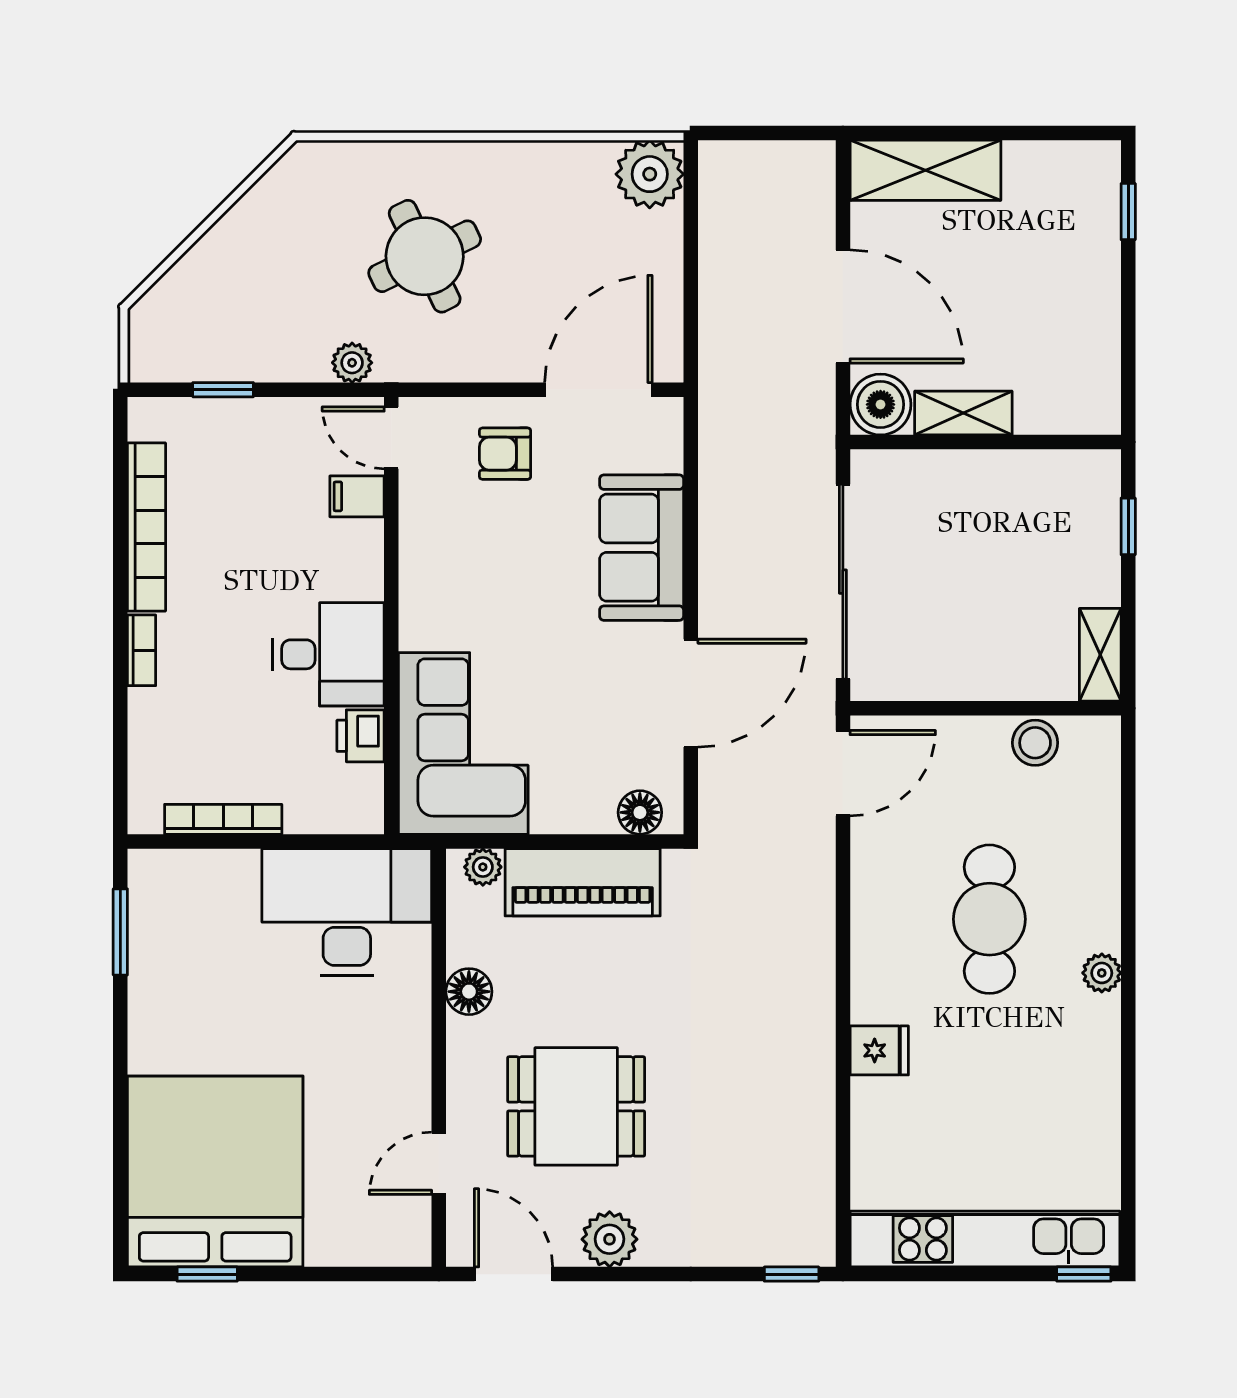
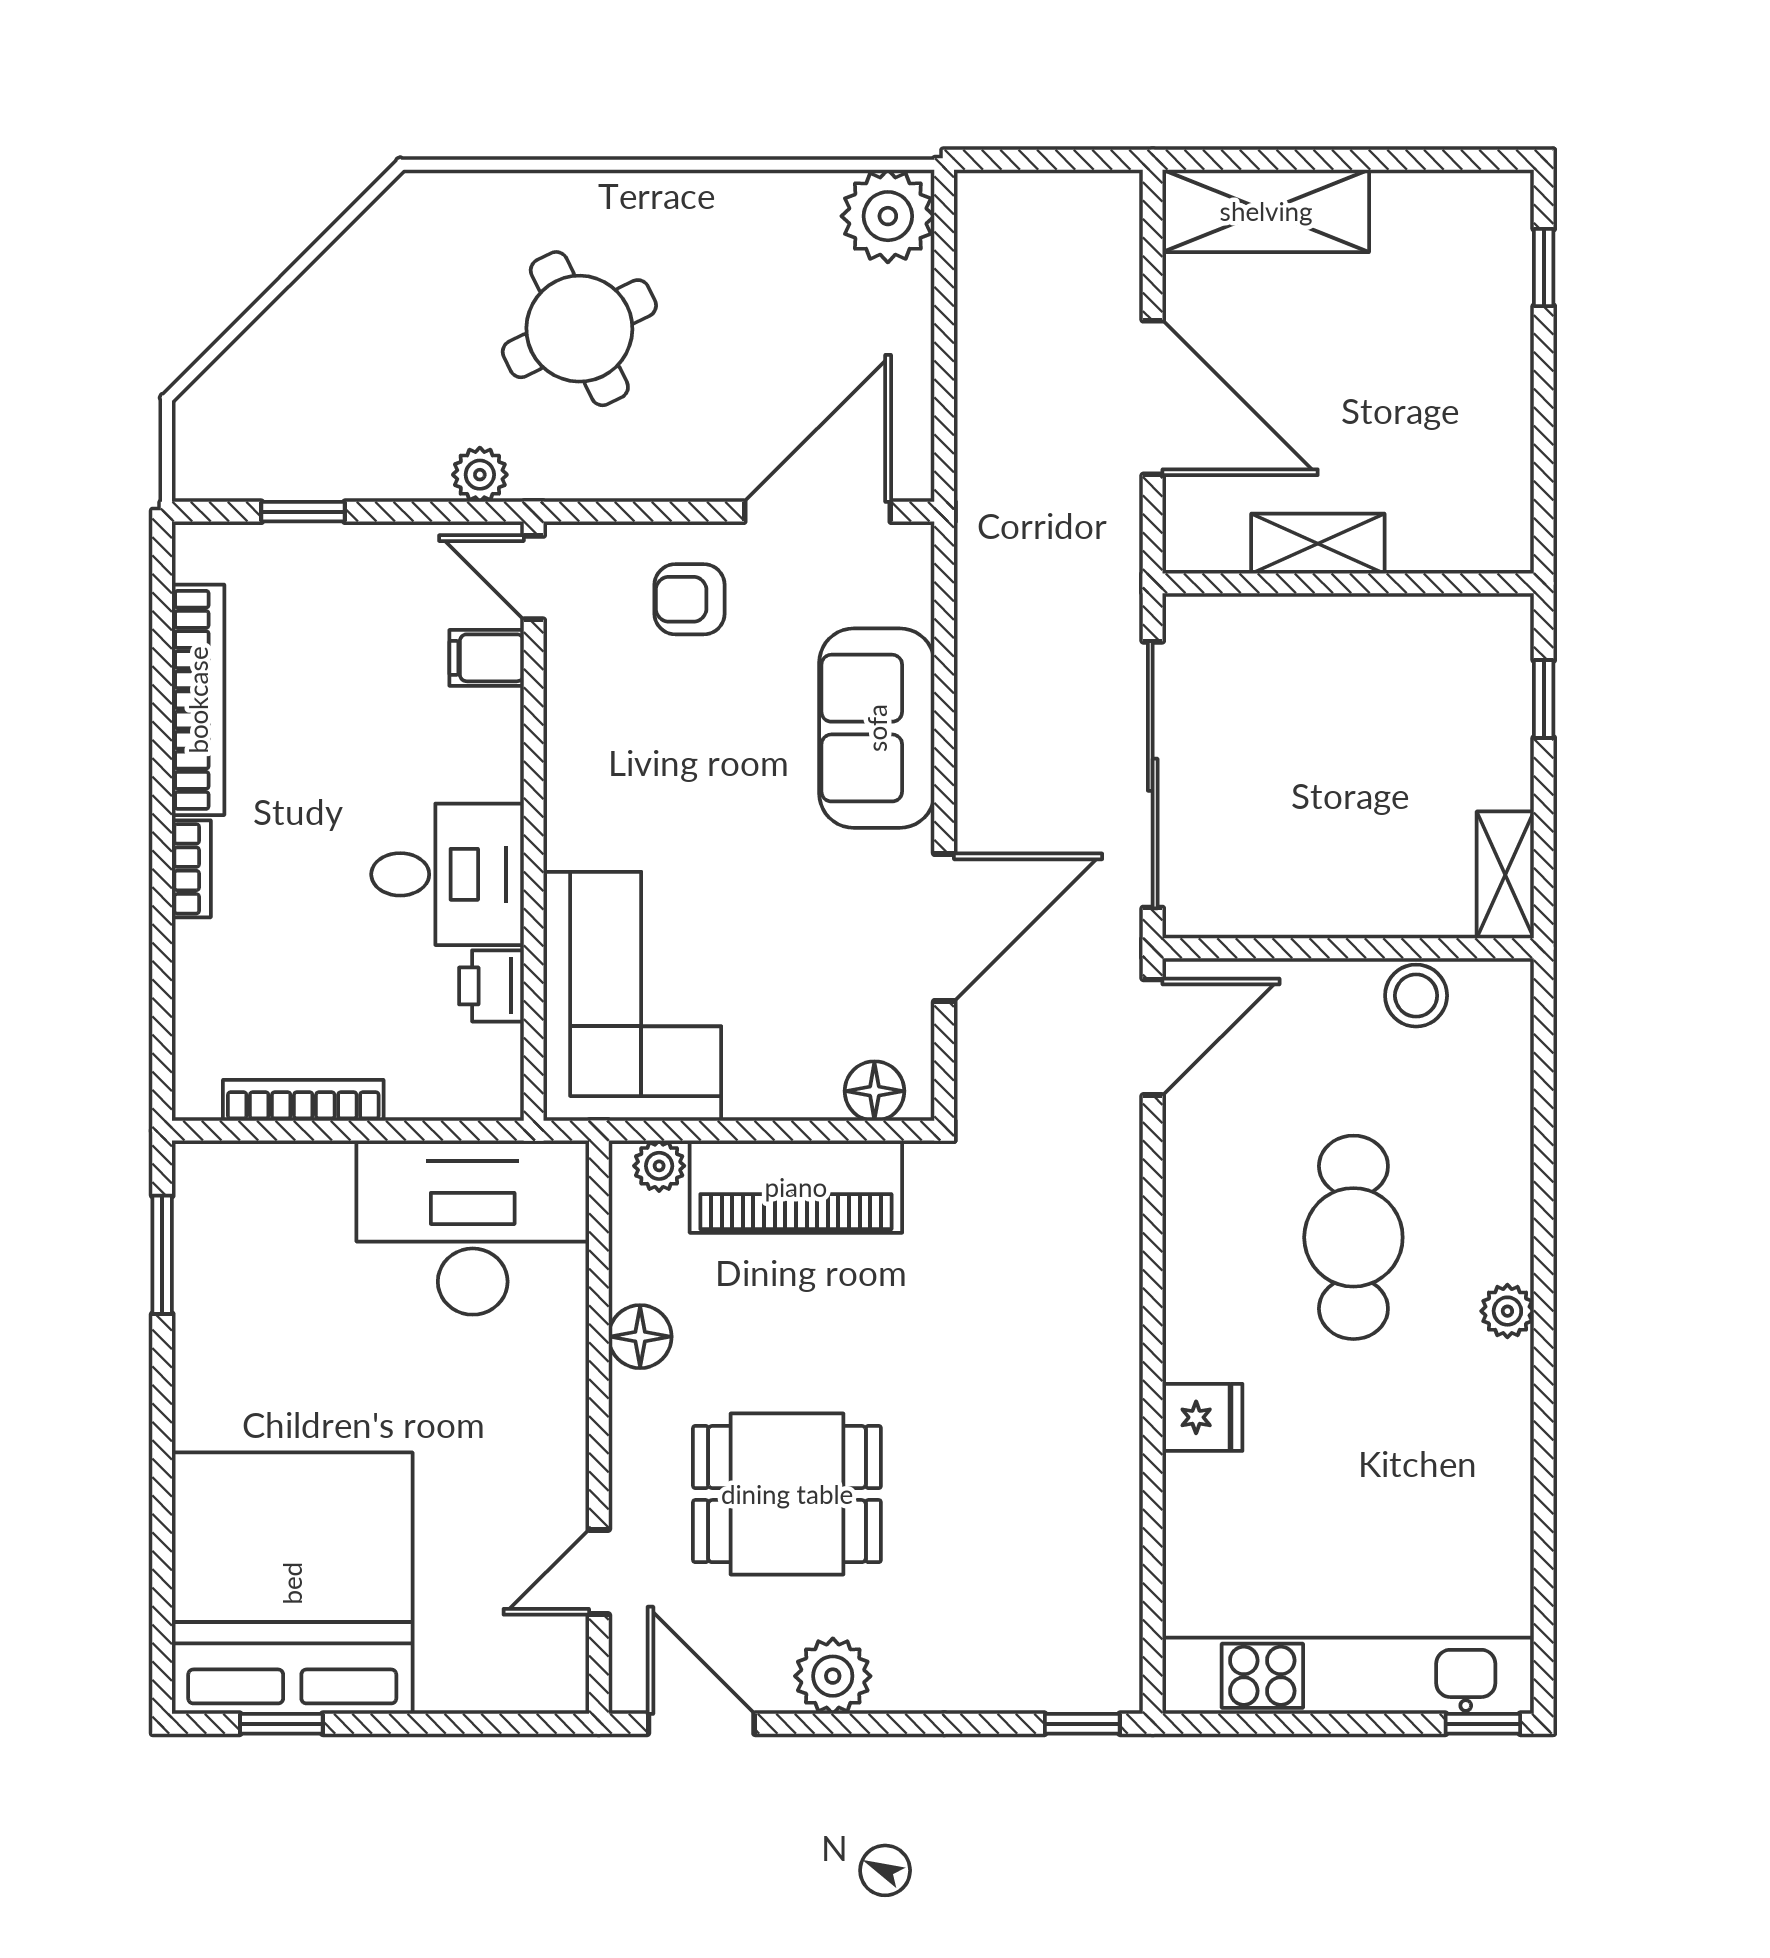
boiler: (881, 404) -> (1204, 532), removed

